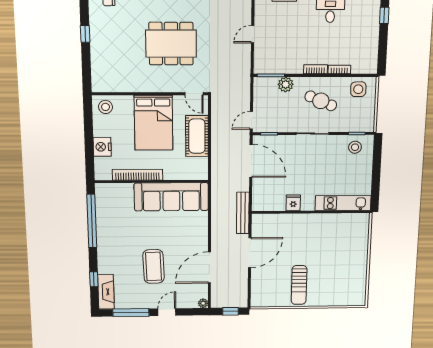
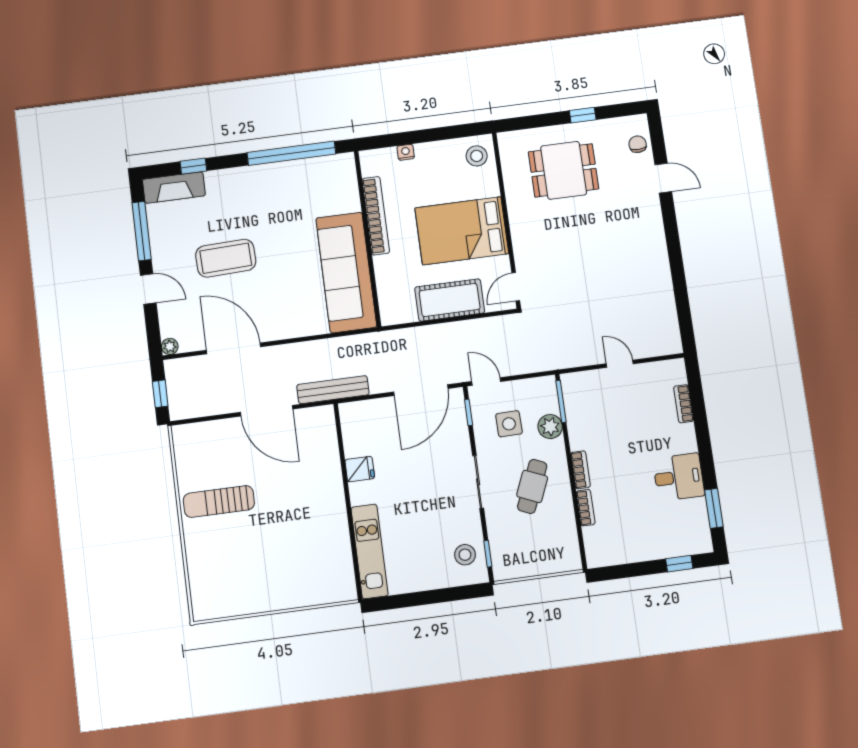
dining table: (171, 44) -> (564, 170), moved, width x0.73
side table: (358, 89) -> (509, 424), moved
nightstand: (102, 147) -> (406, 152), width x0.53, depth x0.56

